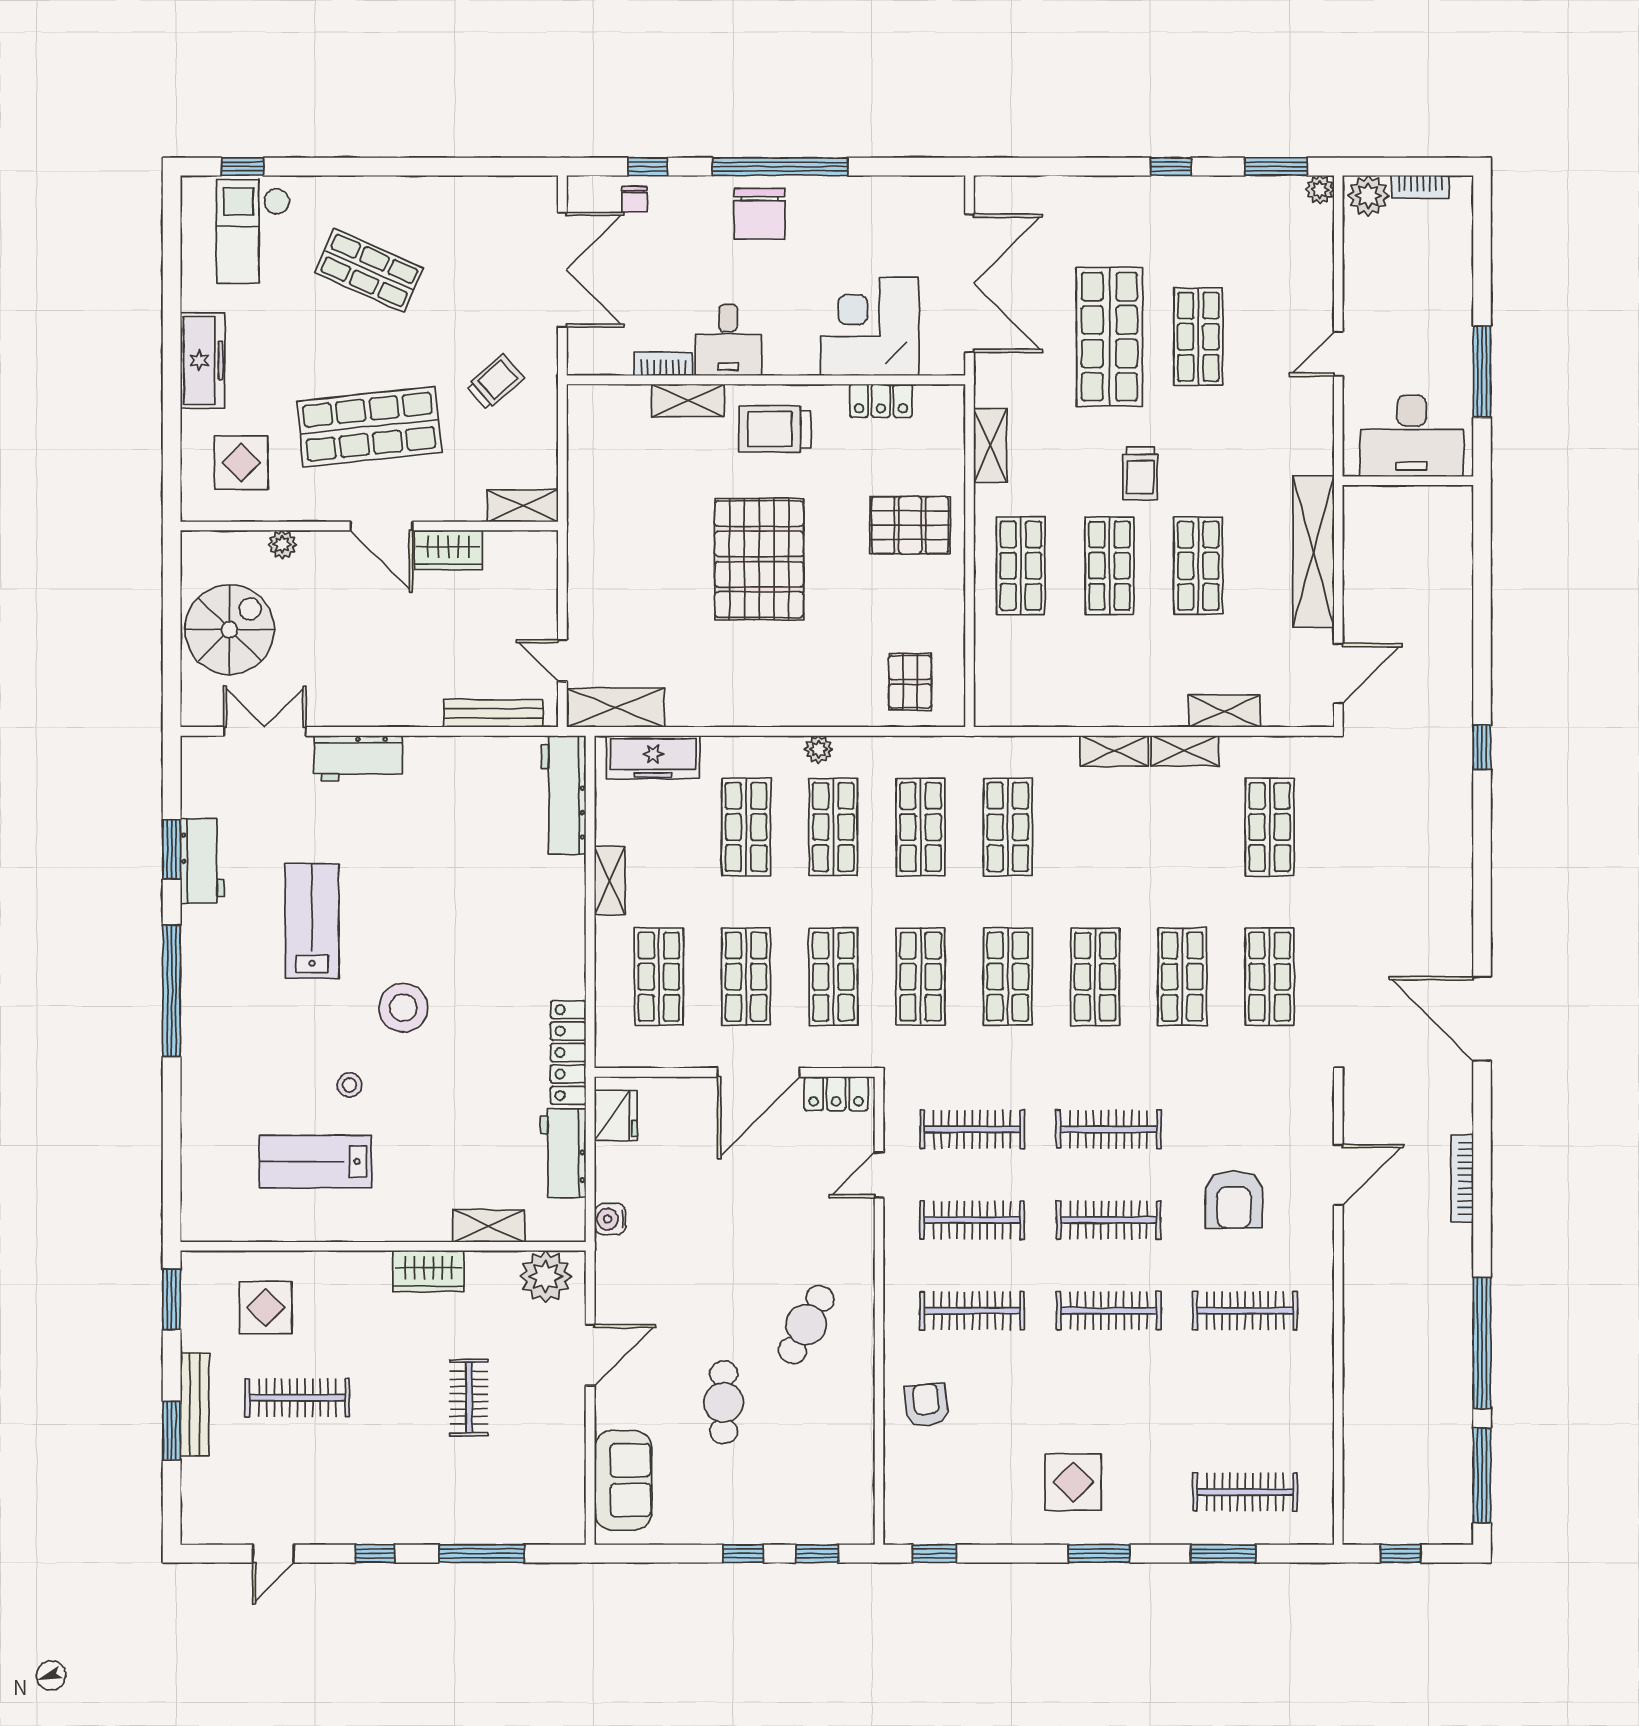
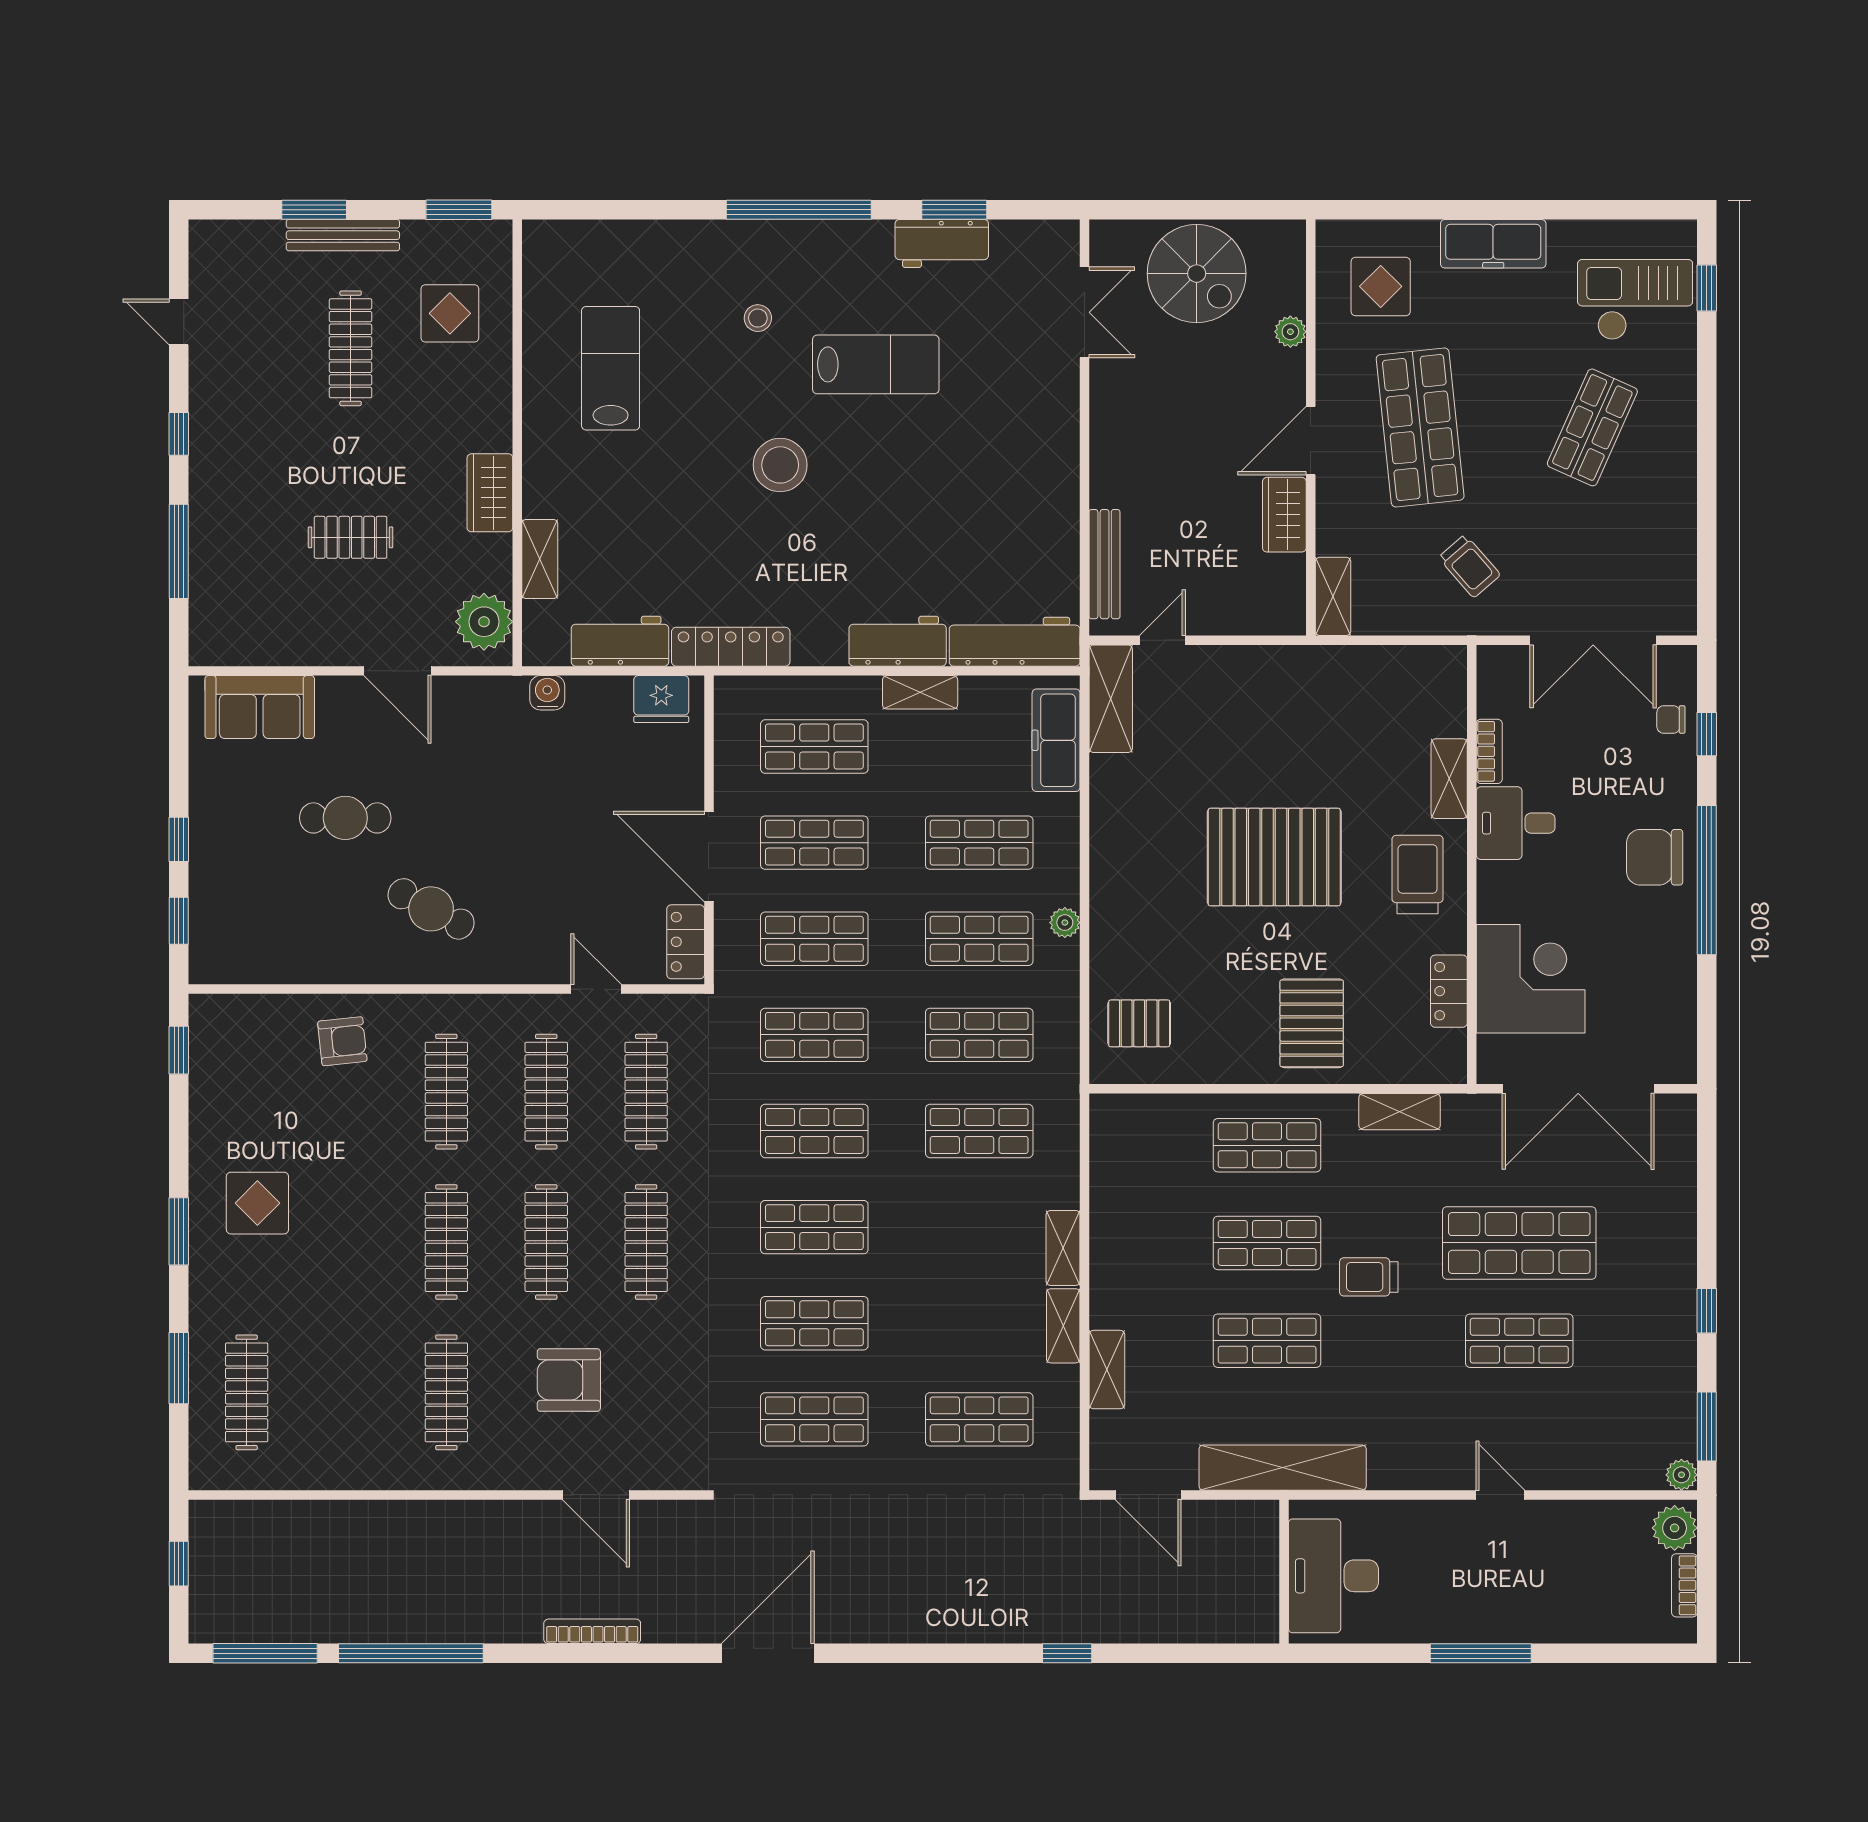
desk: (1412, 436) -> (1333, 1576), moved
wall: (1408, 481) -> (1284, 1572), moved
workbench: (358, 758) -> (898, 641), moved, turned 90
stool: (349, 1085) -> (758, 318), moved

